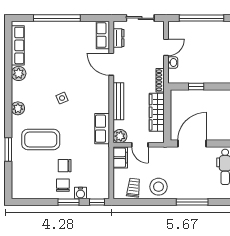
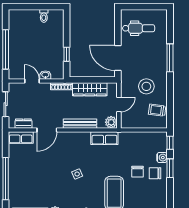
filing cabinet: (120, 158) -> (130, 122), removed
stool: (159, 187) -> (146, 86), moved

